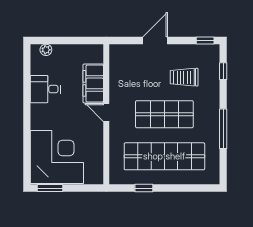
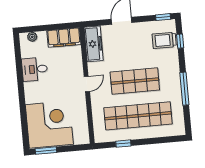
freezer: (119, 65) -> (94, 44), added
trolley: (184, 77) -> (164, 40), moved
filing cabinet: (93, 83) -> (64, 38), moved, turned -90
door: (106, 113) -> (87, 84), swing flipped

